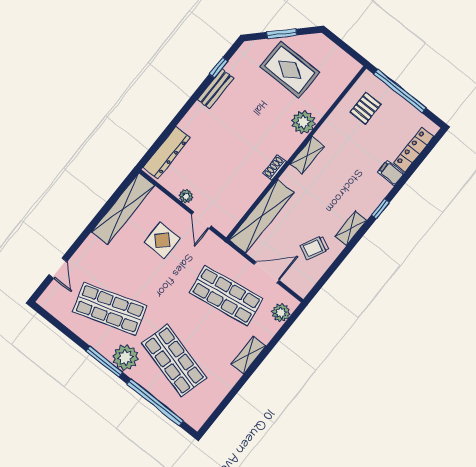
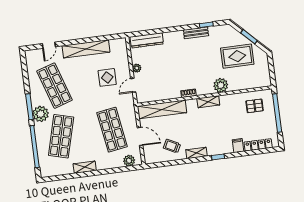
rug: (290, 70) -> (237, 56), turned 90
shelving: (123, 209) -> (86, 49), moved
shelving: (248, 355) -> (85, 167), moved

